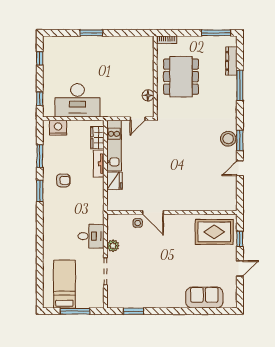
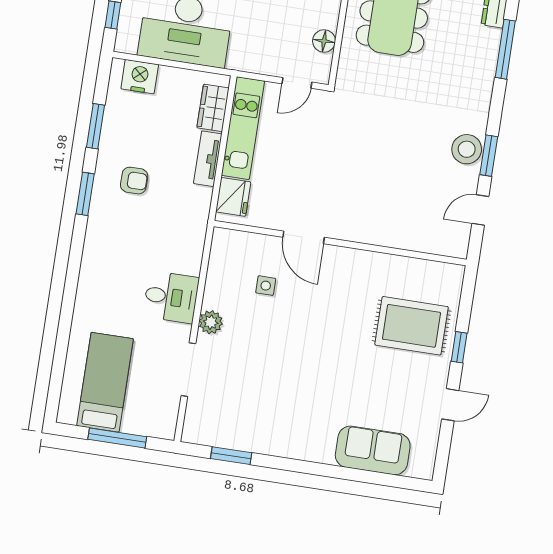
door: (153, 212) -> (304, 237), moved
wall: (172, 212) -> (340, 243), moved

